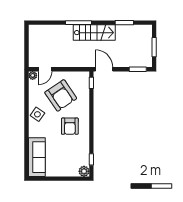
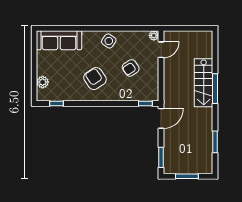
stairs: (94, 33) -> (204, 83), moved
door: (45, 69) -> (161, 50), swing flipped
armchair: (61, 95) -> (131, 68), width x0.53, depth x0.53
armchair: (70, 126) -> (95, 79), turned 56
plant: (84, 171) -> (43, 82), moved

